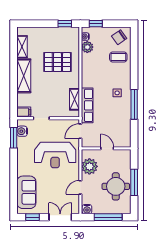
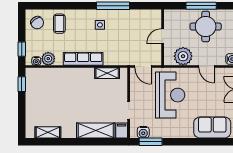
pallet: (57, 62) -> (65, 92), removed
shelving: (24, 76) -> (96, 130), moved
row of seats: (87, 105) -> (83, 59), moved

